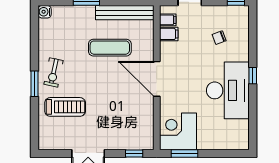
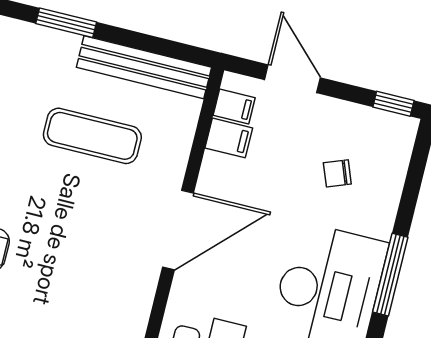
window: (253, 76) -> (390, 275), width x2.17
door: (157, 79) -> (178, 230), swing flipped

